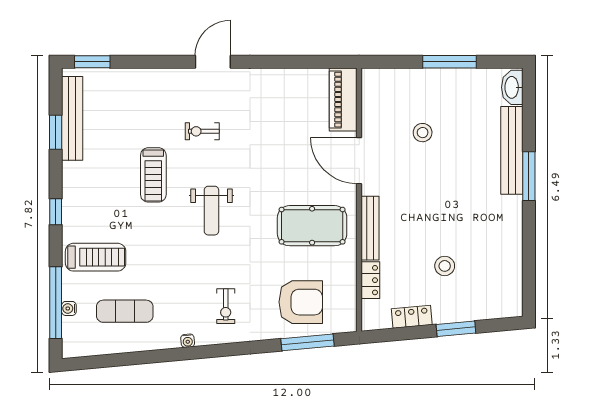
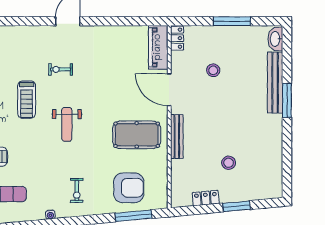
locker: (370, 280) -> (177, 38), moved

